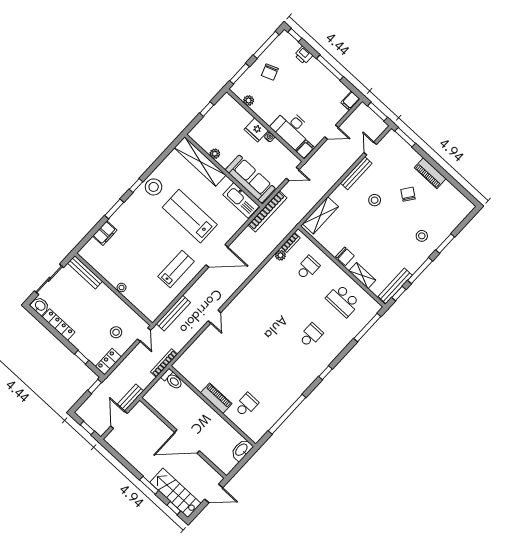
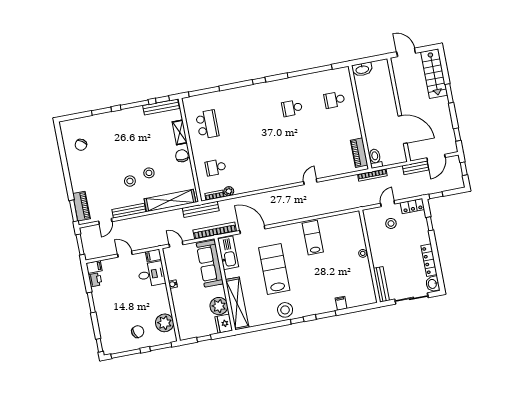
printer: (304, 55) -> (95, 280), moved
window: (330, 68) -> (91, 303), width x0.69
plant: (249, 101) -> (165, 323), width x1.88, depth x1.88
desk: (291, 129) -> (152, 274), width x0.73
fridge: (256, 130) -> (224, 324), moved, turned 180
plant: (215, 154) -> (219, 306), width x1.88, depth x1.88
piano: (430, 173) -> (81, 206), moved
chair: (408, 194) -> (81, 145), moved
shelving: (321, 215) -> (170, 201), width x1.47
lab bench: (190, 216) -> (274, 269), turned 180
filing cabinet: (105, 233) -> (341, 303), width x0.50
stool: (422, 236) -> (149, 173), moved
door: (217, 256) -> (252, 230), moved
lab bench: (176, 269) -> (313, 238), turned 90
bench: (173, 313) -> (201, 209), moved
door: (144, 335) -> (388, 204), moved
school desk: (311, 335) -> (292, 108), moved
piano: (216, 398) -> (359, 153), moved
door: (187, 442) -> (403, 130), moved
window: (174, 508) -> (457, 135), moved

